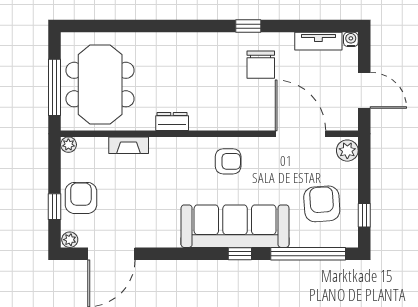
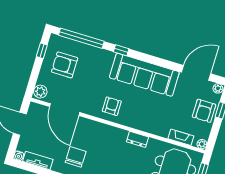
fireplace: (129, 145) -> (181, 137), moved
armchair: (228, 161) -> (112, 106), turned 90
armchair: (322, 204) -> (65, 65), turned 94
sofa: (235, 226) -> (144, 75), moved

